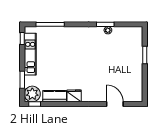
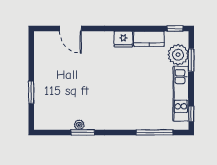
plant: (32, 94) -> (178, 55), moved

